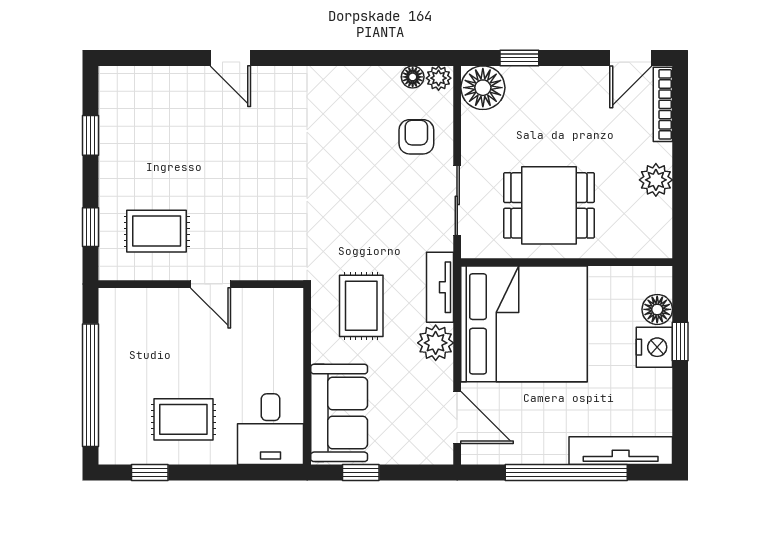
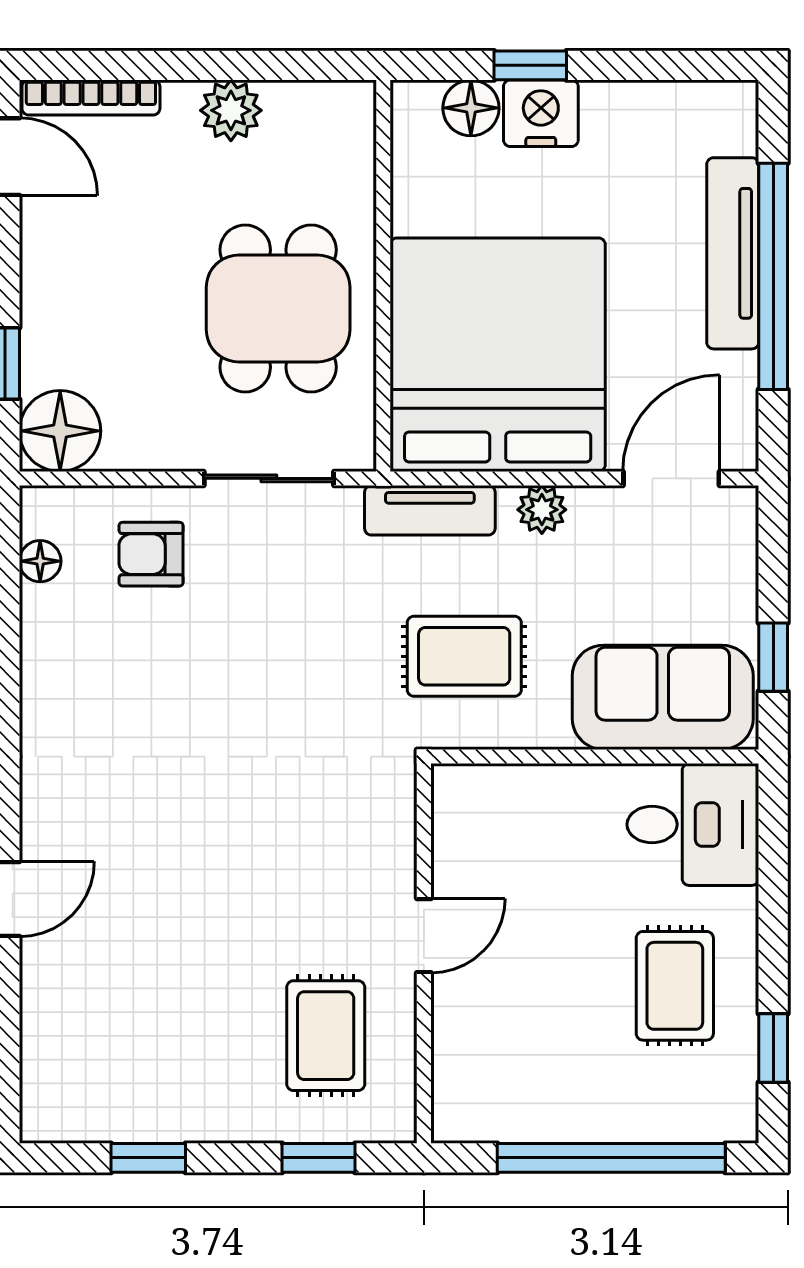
plant: (439, 78) -> (42, 513), removed
plant: (436, 343) -> (542, 510), width x0.73, depth x0.73
tv unit: (621, 451) -> (733, 253), moved

